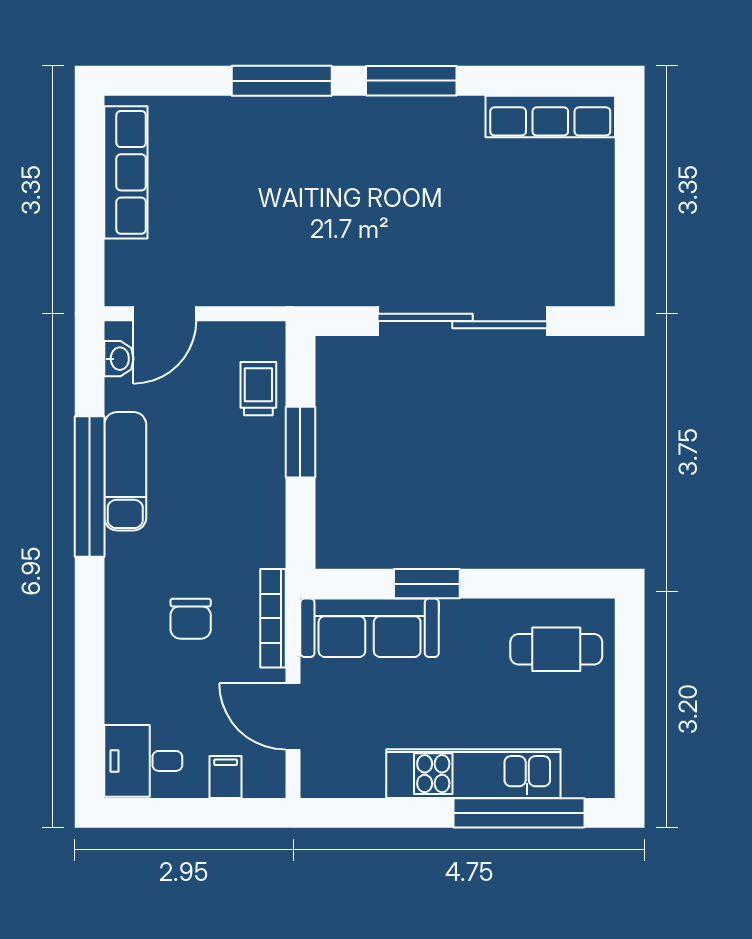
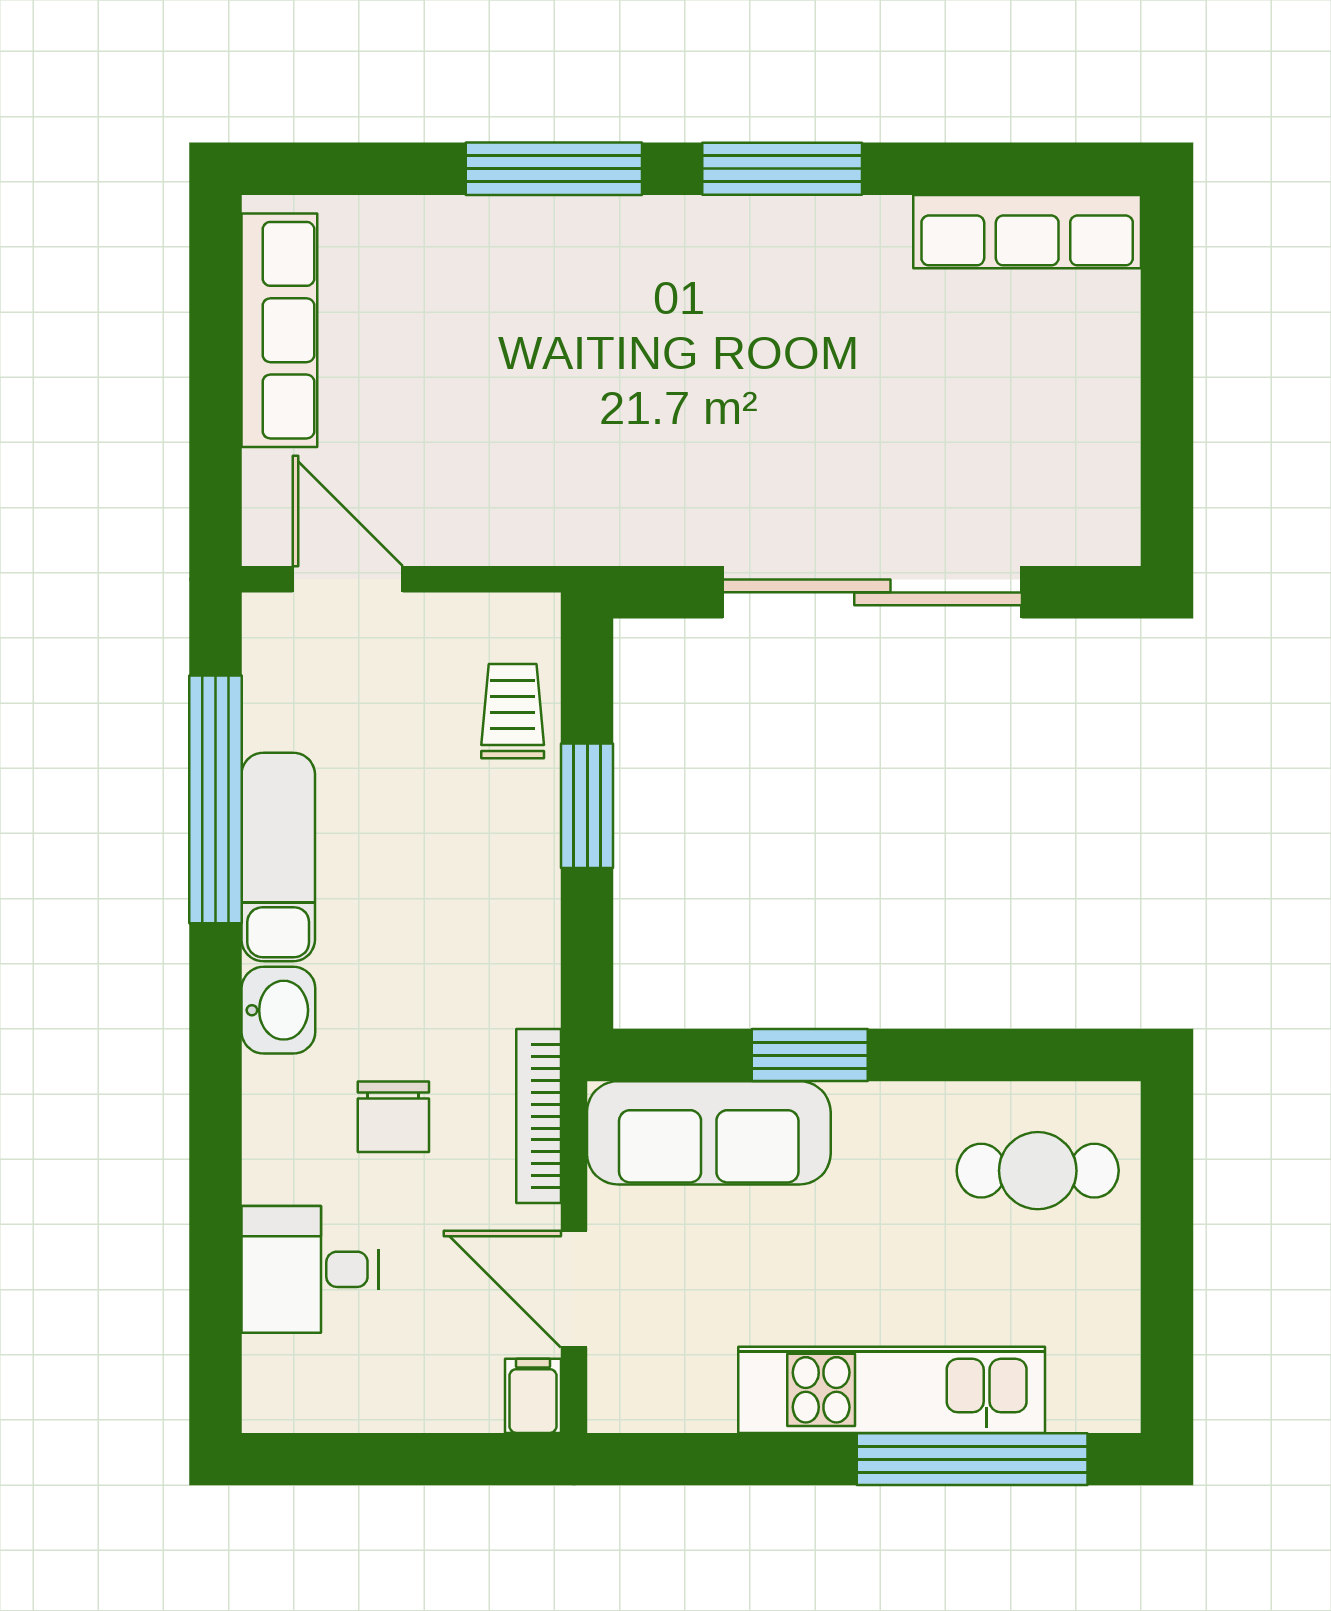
door: (165, 314) -> (348, 579), swing flipped
washbasin: (119, 359) -> (278, 1010), moved, width x1.38, depth x1.45
window: (90, 486) -> (216, 799), moved
desk: (143, 761) -> (310, 1269), moved
filing cabinet: (226, 777) -> (533, 1396), moved

